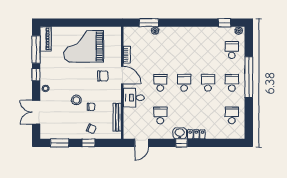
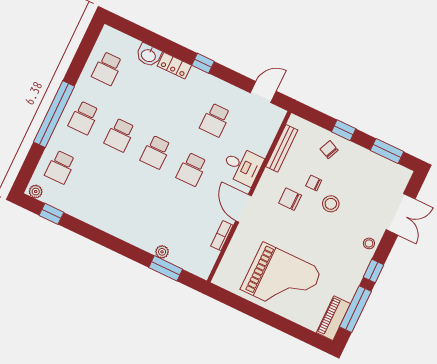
chair: (103, 76) -> (290, 199), moved
washbasin: (180, 133) -> (149, 55), moved

